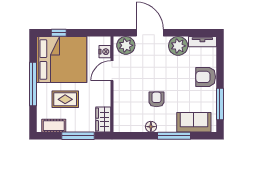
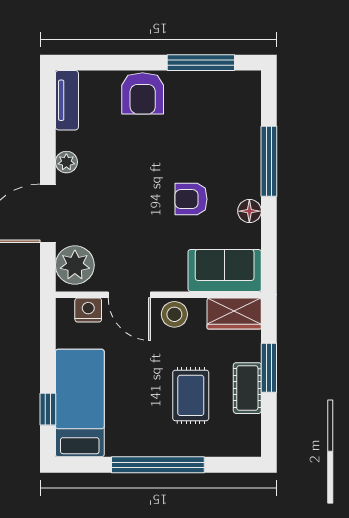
plant: (178, 46) -> (66, 162), width x0.53, depth x0.53
bed: (62, 59) -> (80, 403), width x0.49
stool: (103, 92) -> (174, 314), added
sofa: (194, 122) -> (225, 270), moved, turned 90
cot: (54, 126) -> (247, 388), moved
window: (78, 136) -> (269, 368), width x0.69

